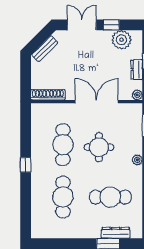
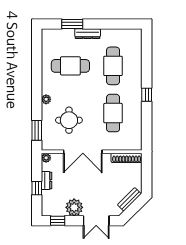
window: (111, 25) -> (58, 221), moved
plant: (121, 40) -> (74, 207), moved
round table: (99, 147) -> (69, 120), moved
dresser: (116, 233) -> (88, 34), moved

